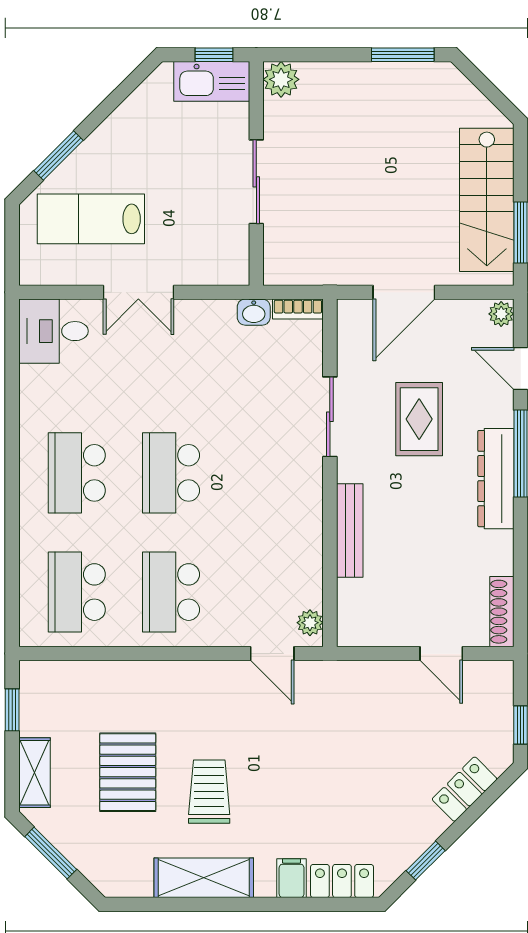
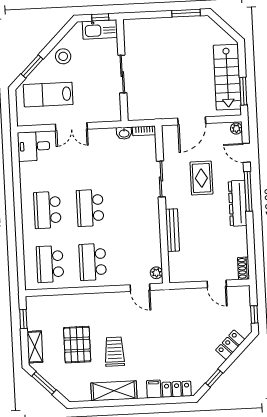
plant: (281, 79) -> (131, 27), removed
stool: (128, 136) -> (63, 56), added
shoe rack: (502, 612) -> (243, 268), width x0.70

